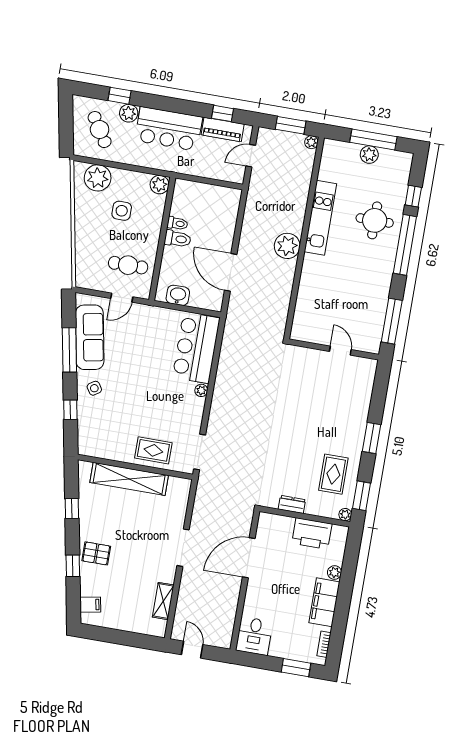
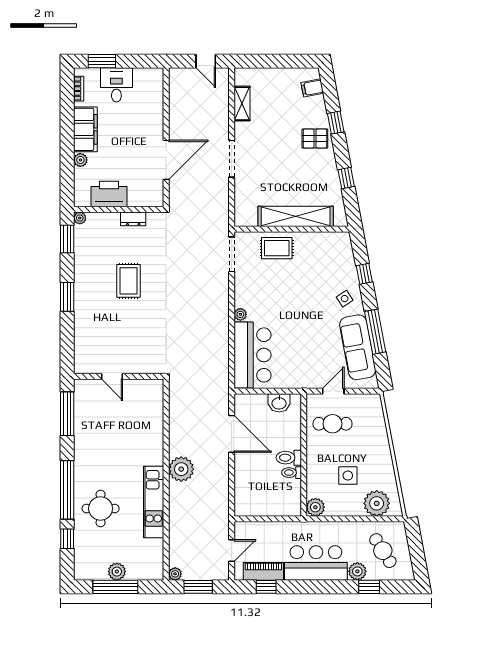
rug: (333, 474) -> (128, 281), moved
desk: (254, 636) -> (116, 85), moved

